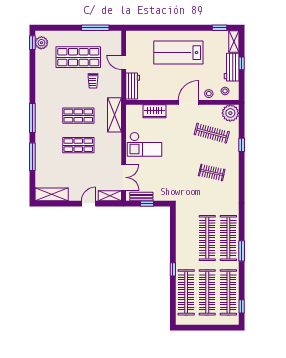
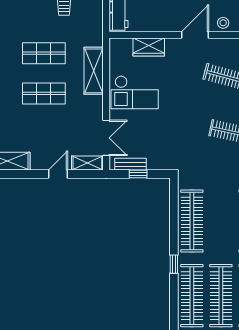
shelving: (115, 115) -> (94, 71), moved
clothes rail: (207, 238) -> (192, 221), moved

